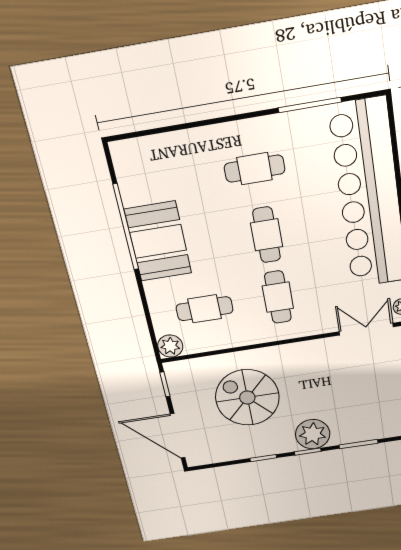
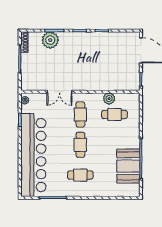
booth: (158, 241) -> (128, 166), moved
double door: (366, 329) -> (60, 92), moved
plant: (170, 346) -> (109, 99), moved
spiral stairs: (247, 398) -> (103, 66), removed
plant: (313, 434) -> (50, 40), moved

